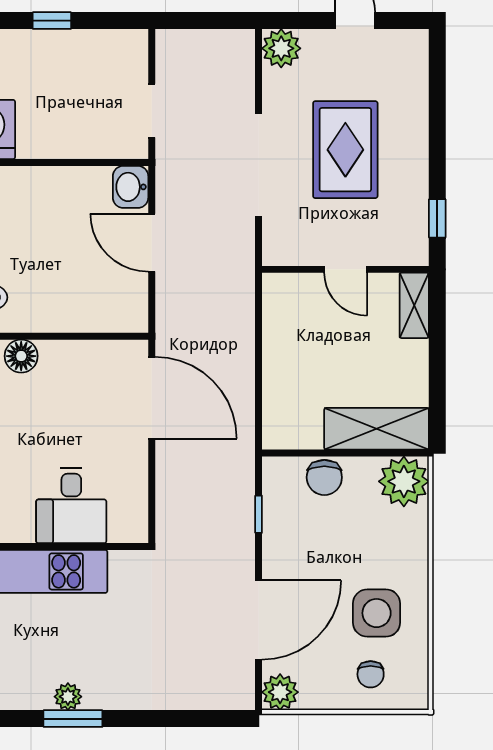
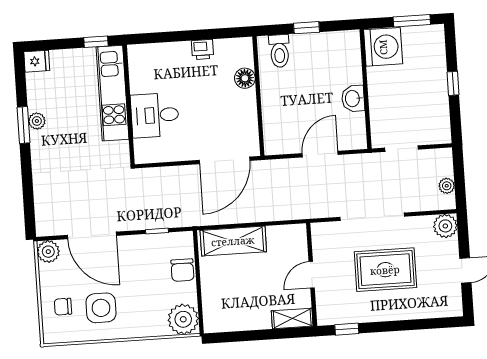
plant: (217, 42) -> (447, 186), added
washbasin: (131, 187) -> (353, 99), moved, turned -90
shelving: (377, 429) -> (233, 241), moved, turned 90
chair: (324, 477) -> (182, 270), turned -90

